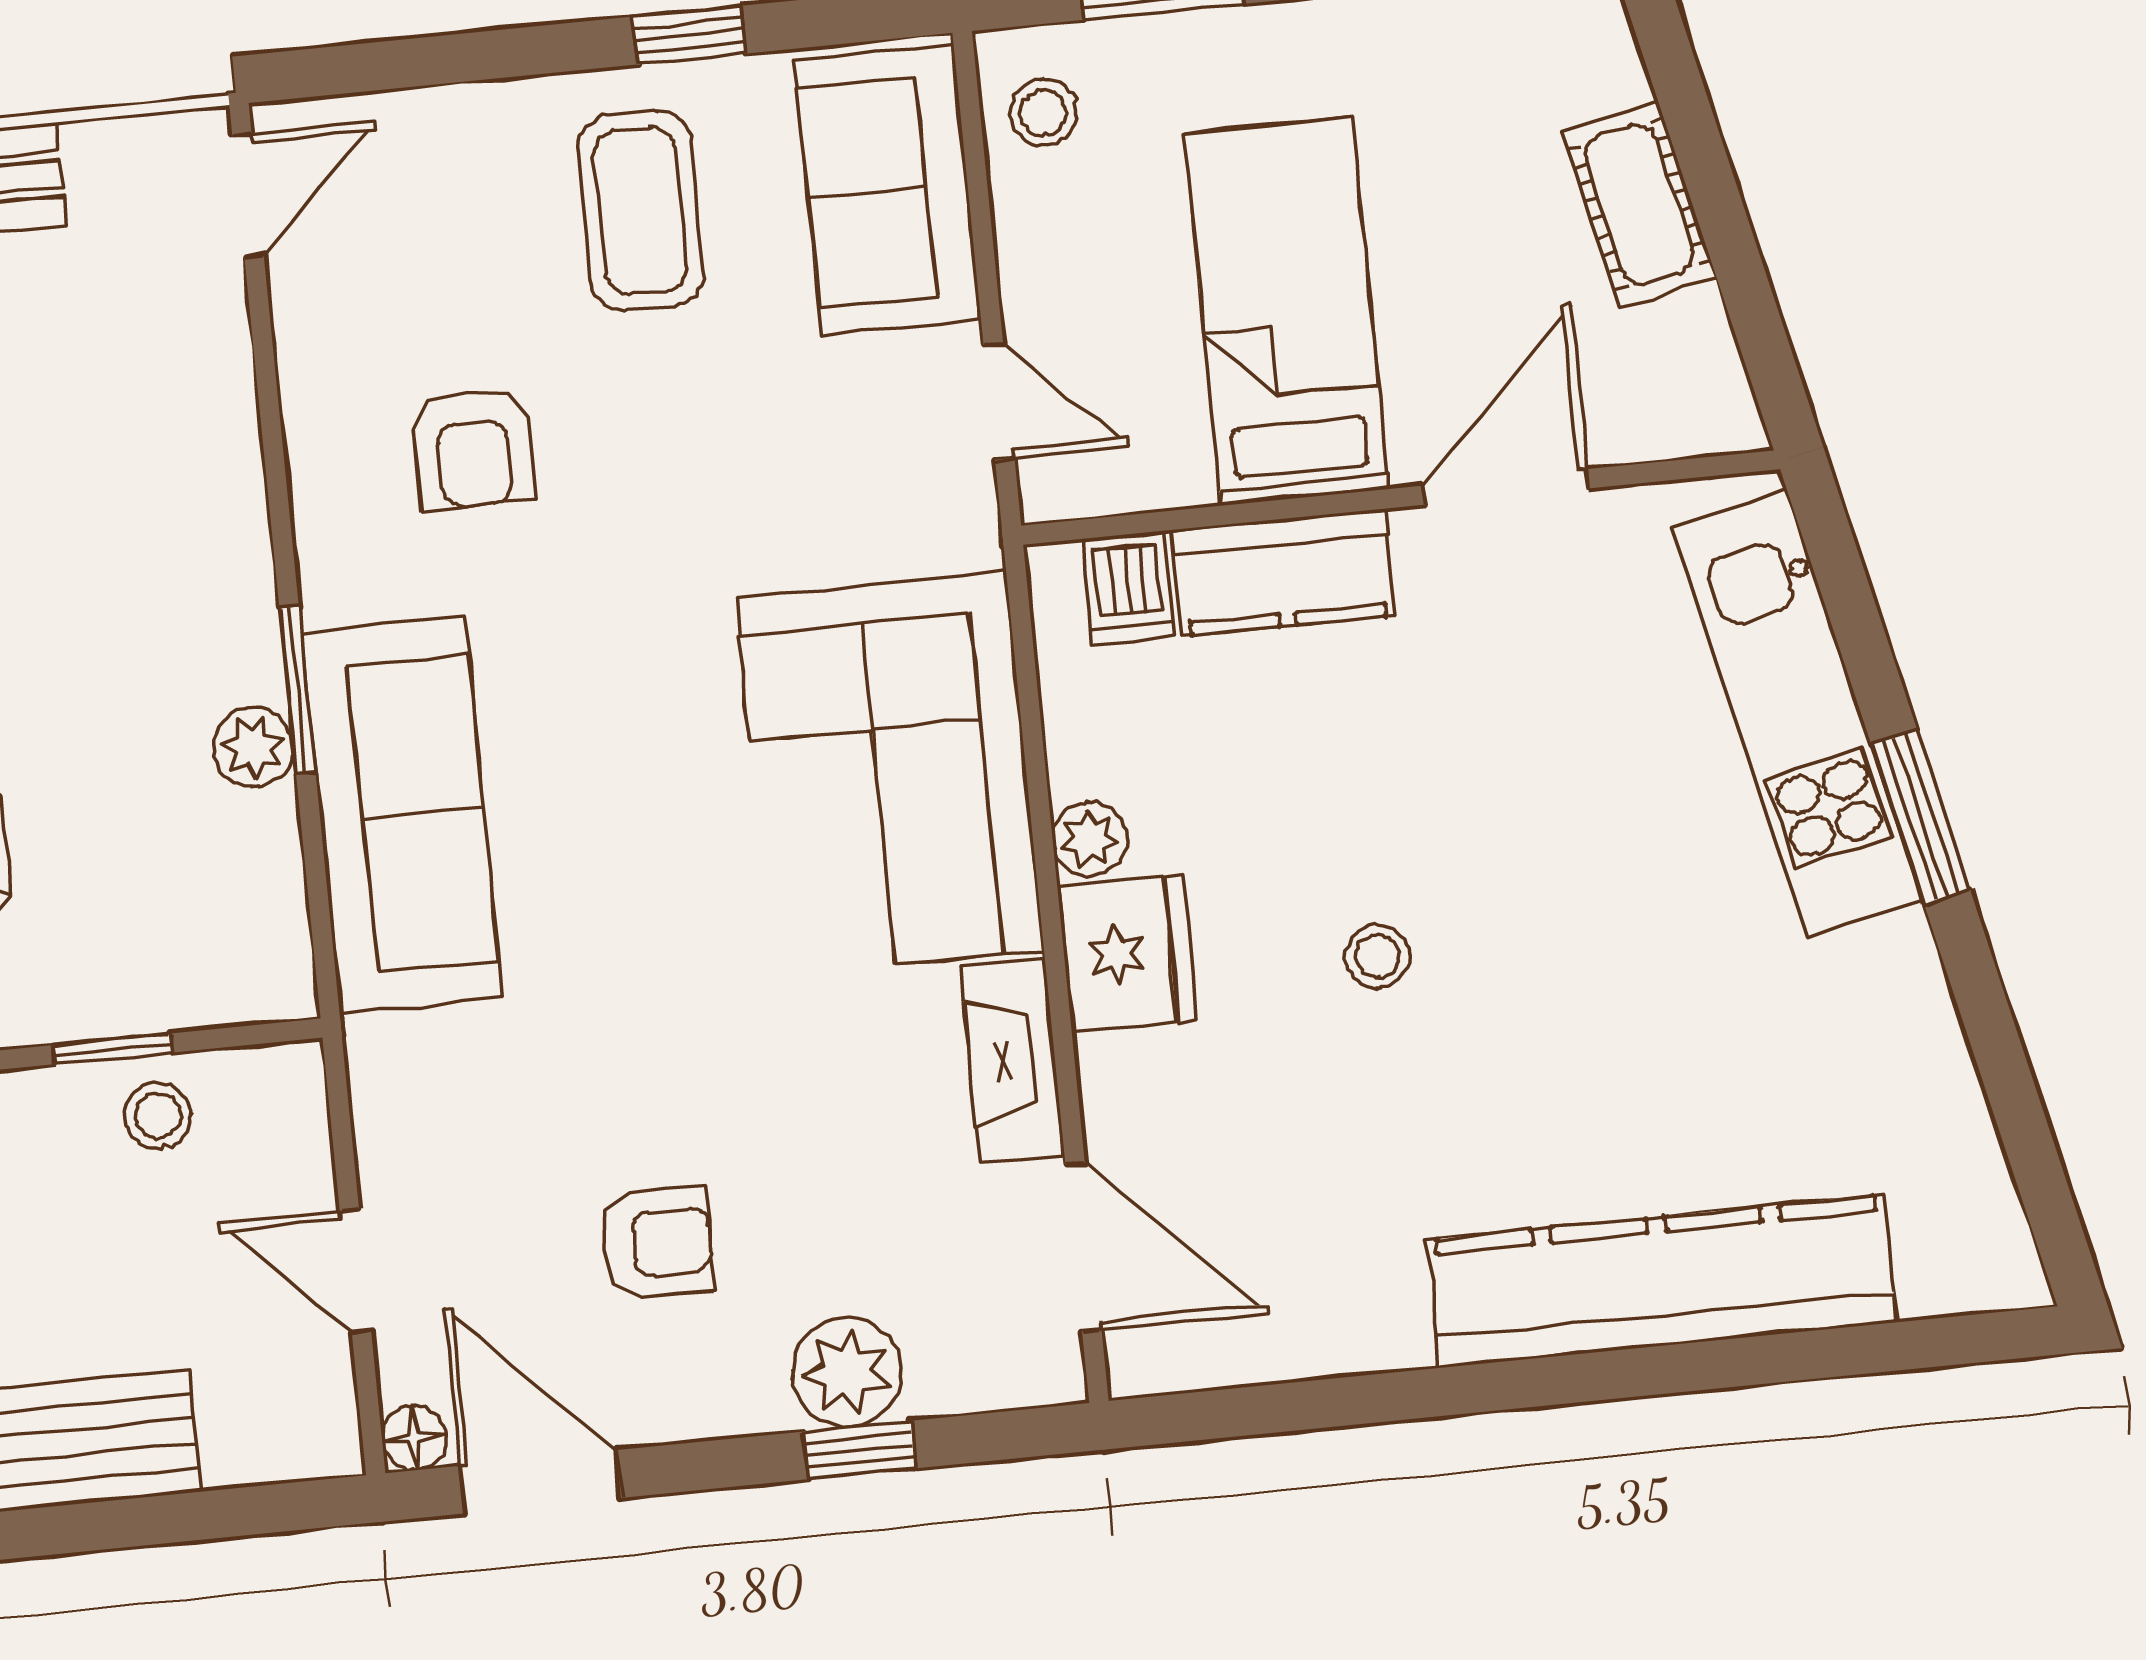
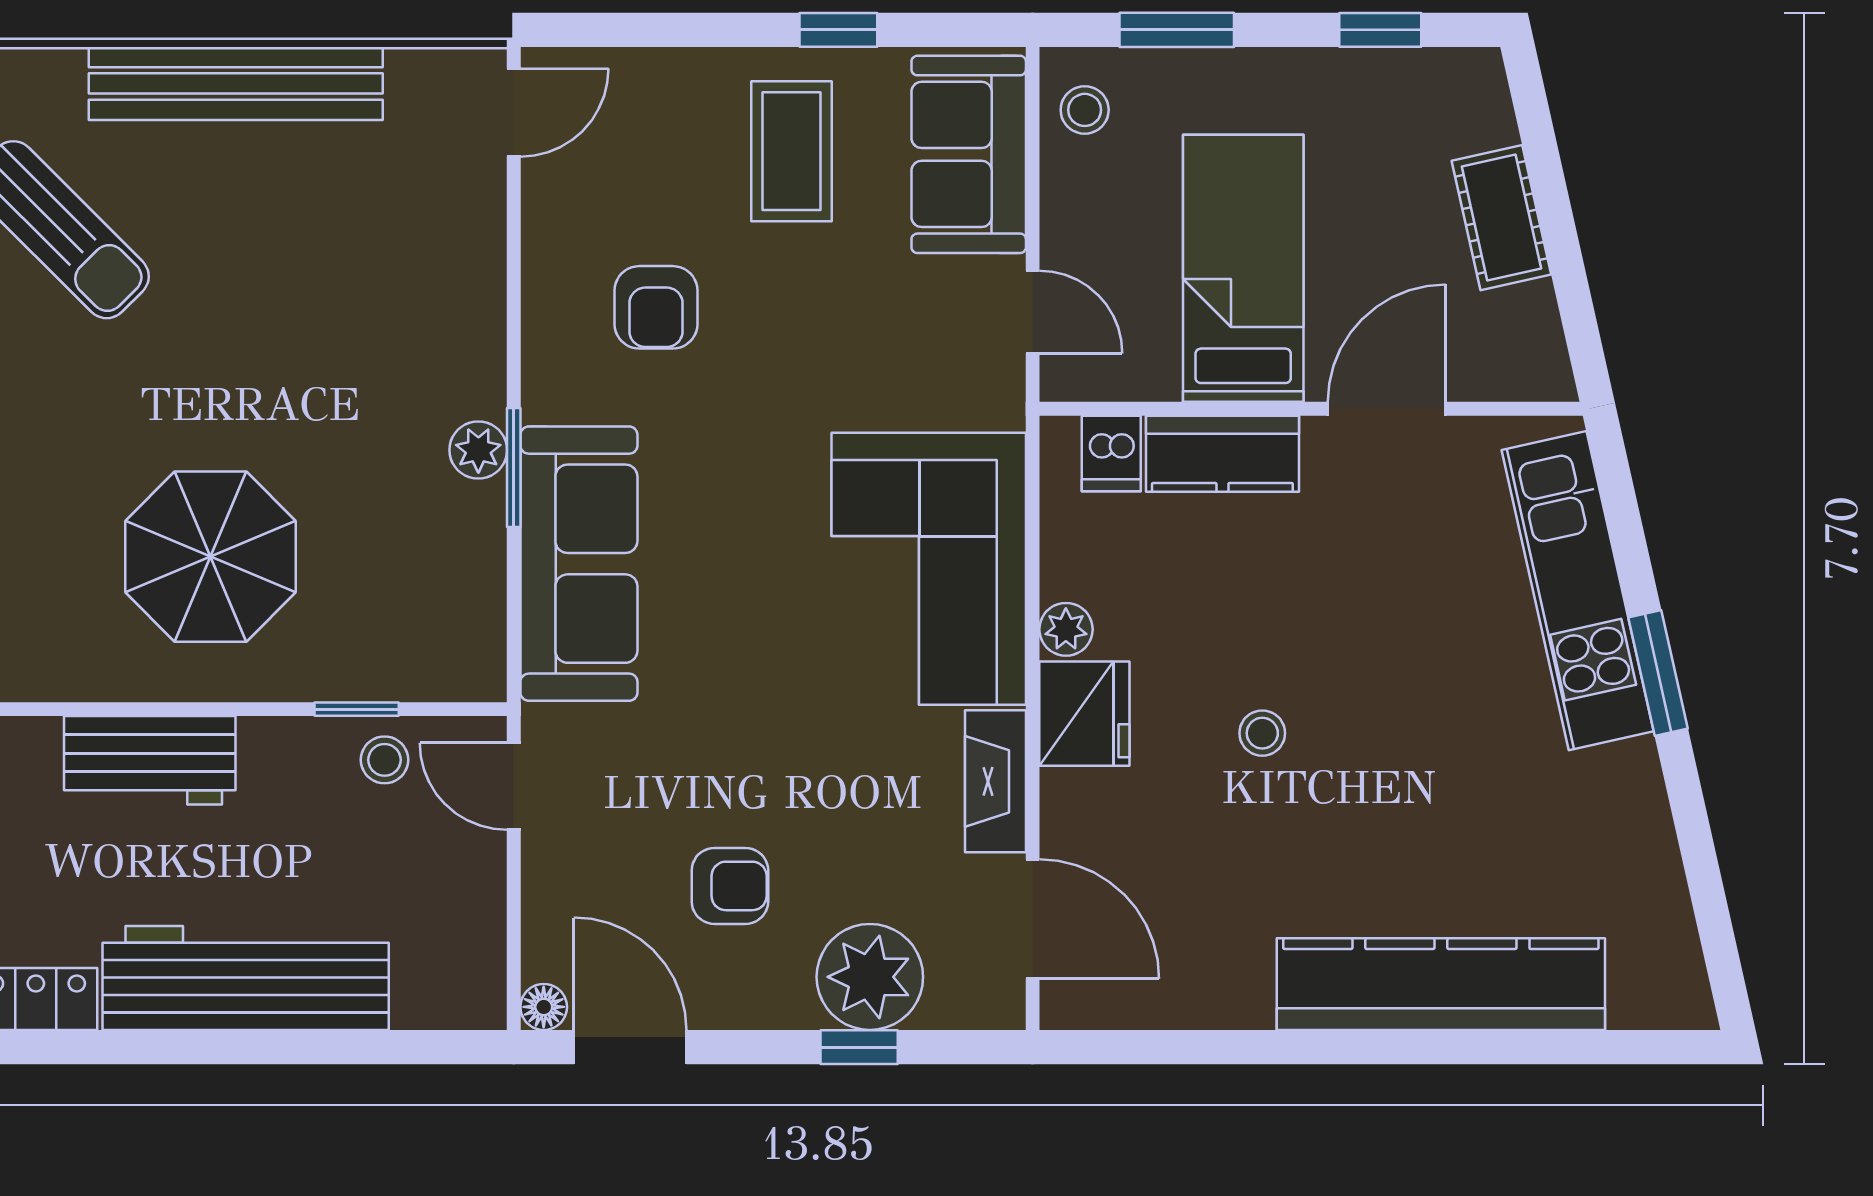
plant: (253, 748) -> (478, 450), moved
door: (355, 1271) -> (514, 786), moved
plant: (847, 1372) -> (870, 977), width x1.36, depth x1.36

